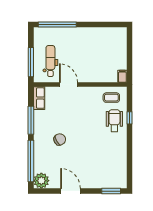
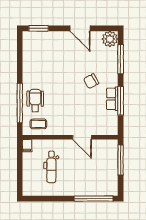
dental chair: (50, 61) -> (51, 167), moved
row of seats: (39, 98) -> (112, 99), moved
window: (130, 118) -> (20, 103), width x3.17
wheelchair: (114, 121) -> (35, 100), turned 180
window: (31, 161) -> (121, 59), width x0.68

